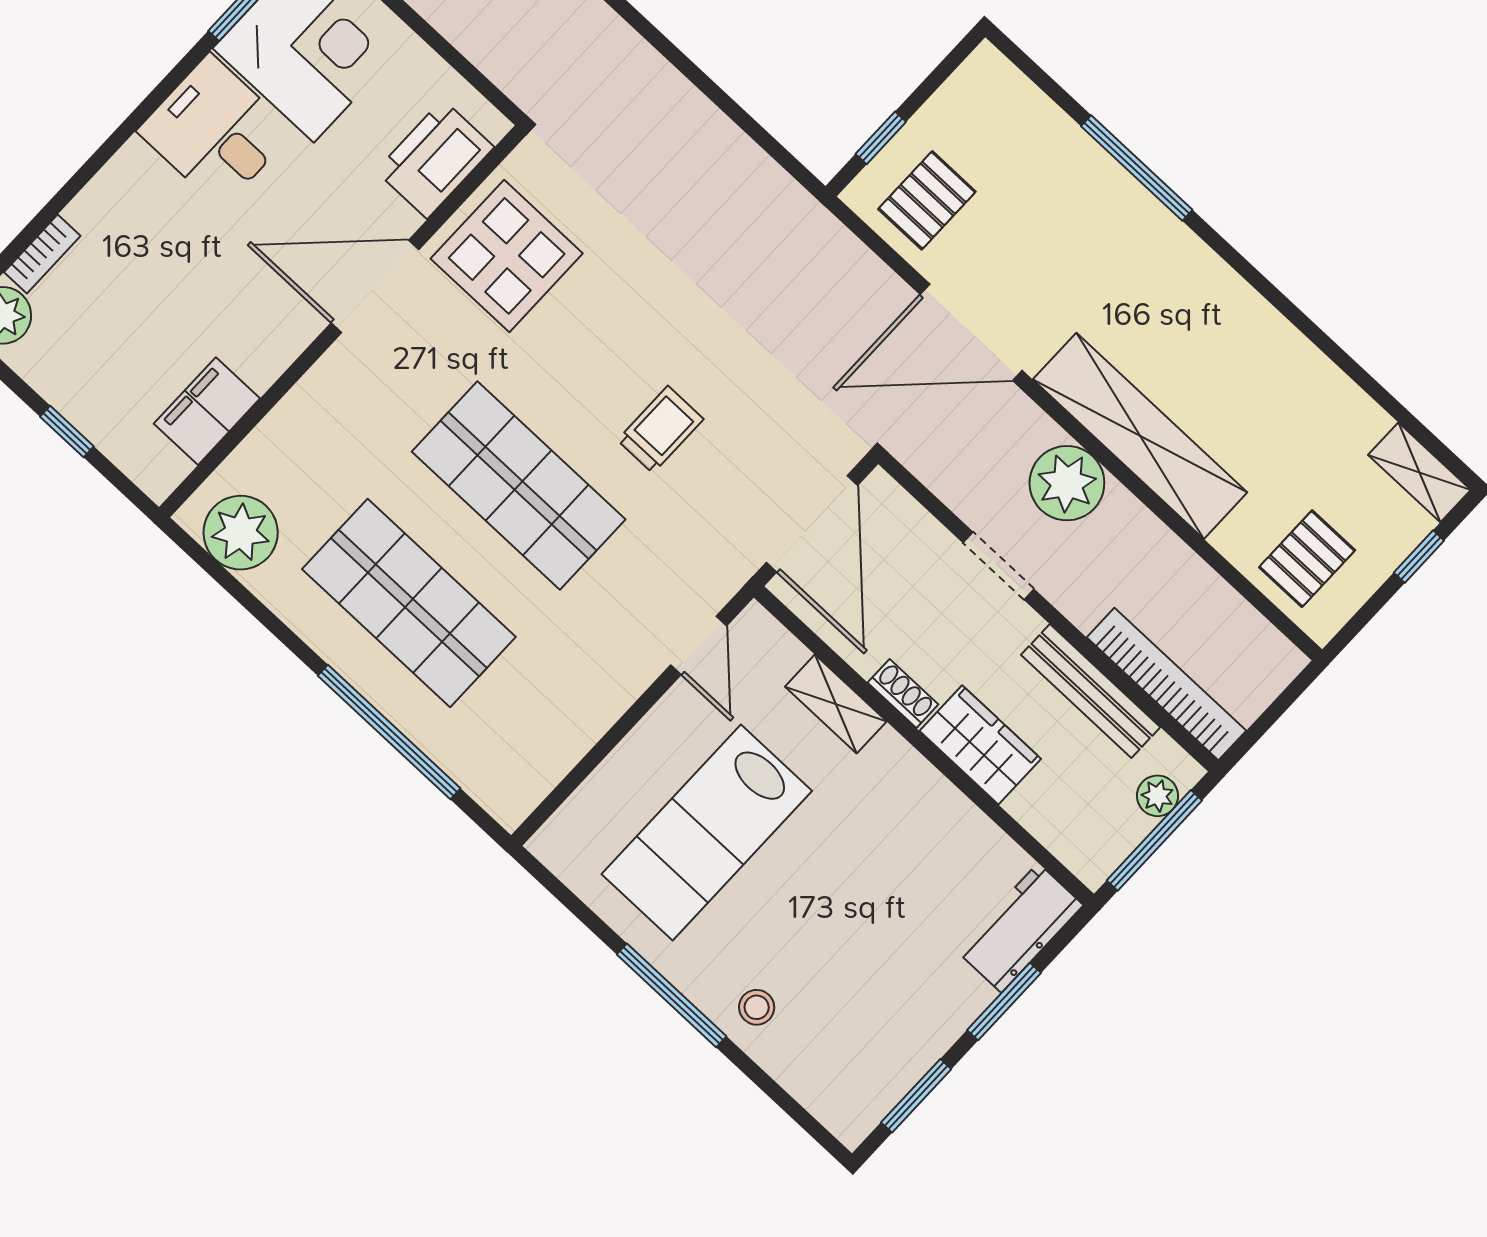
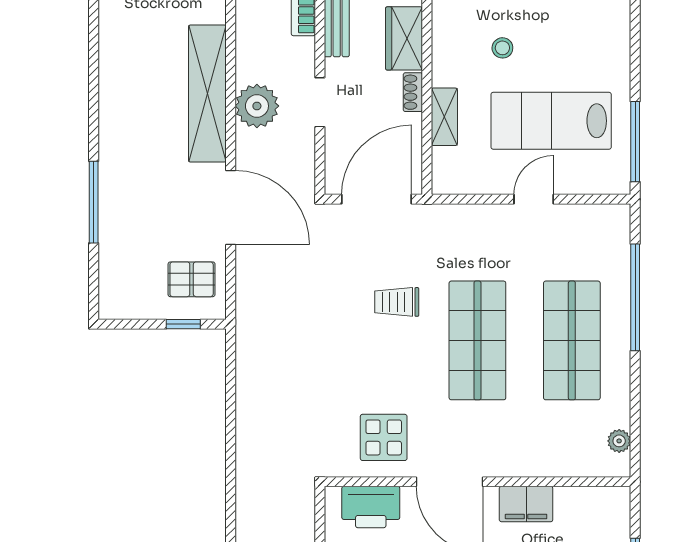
display table: (507, 256) -> (384, 437), width x0.73, depth x0.73
filing cabinet: (207, 411) -> (526, 504), moved
plant: (241, 533) -> (619, 441), width x0.53, depth x0.53
door: (699, 645) -> (534, 199), moved
lab bench: (707, 832) -> (551, 121), turned 180
window: (672, 995) -> (635, 142), moved
stool: (757, 1007) -> (502, 48), moved

